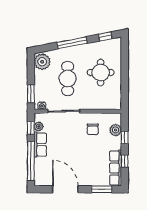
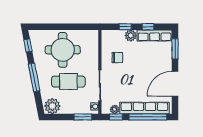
round table: (101, 73) -> (63, 50), width x1.36, depth x1.36
plant: (116, 130) -> (131, 36), moved
row of seats: (40, 145) -> (144, 108), width x2.02

